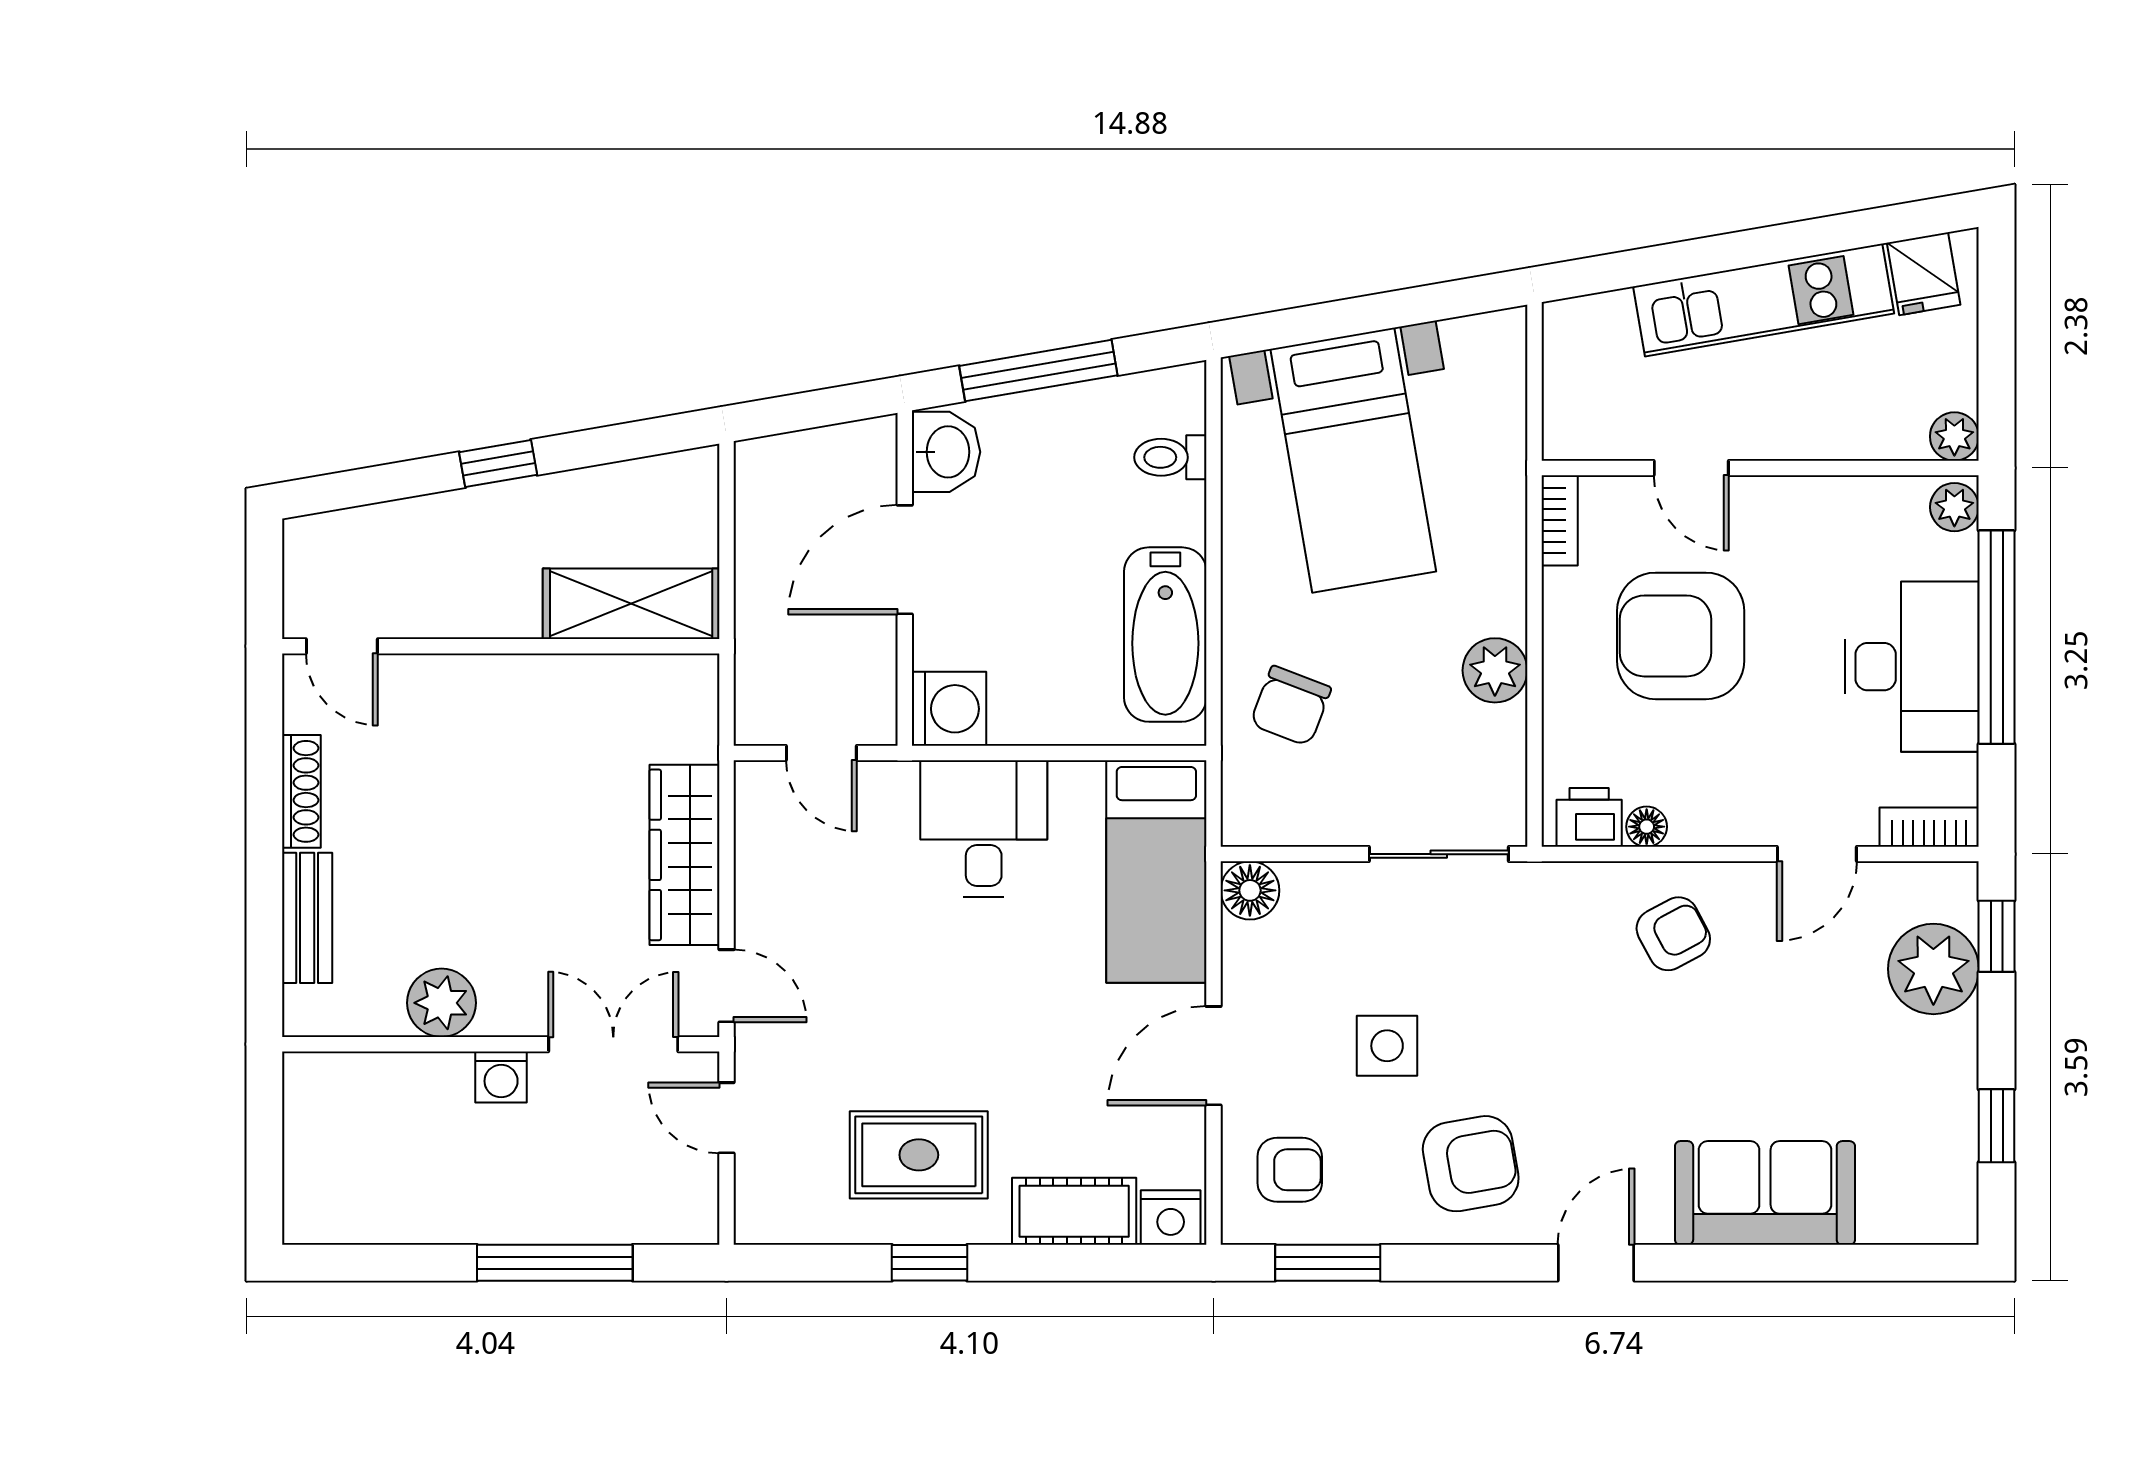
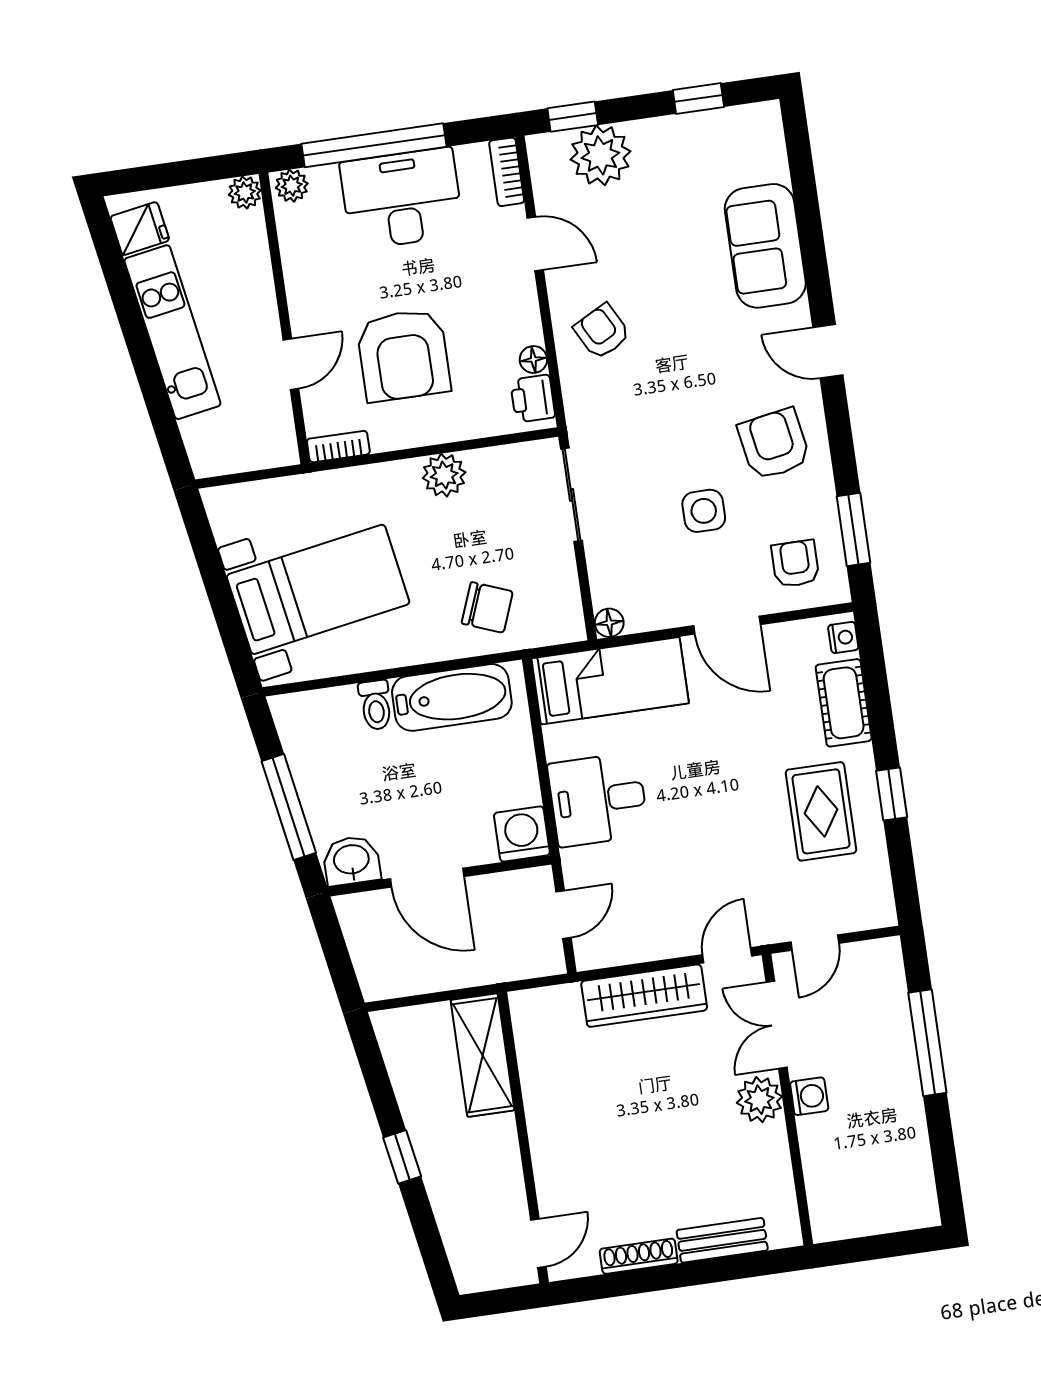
toilet: (1170, 457) -> (376, 705), moved
floor lamp: (1250, 890) -> (609, 623), width x0.73, depth x0.73
plant: (441, 1003) -> (759, 1100), moved
nightstand: (1171, 1218) -> (843, 637), width x0.72, depth x0.74

